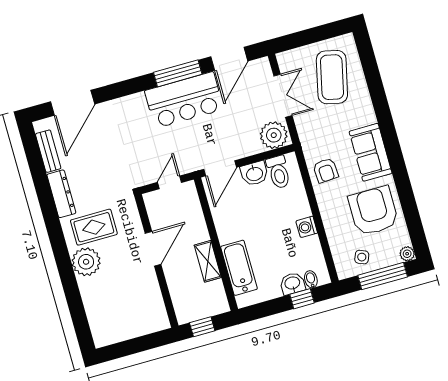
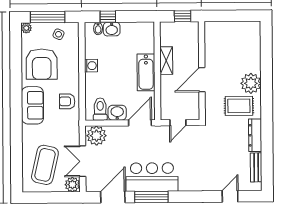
plant: (288, 61) -> (72, 185), added
door: (73, 103) -> (230, 196), width x0.53
armchair: (326, 170) -> (67, 101), turned -87
bathtub: (239, 268) -> (146, 72), moved

